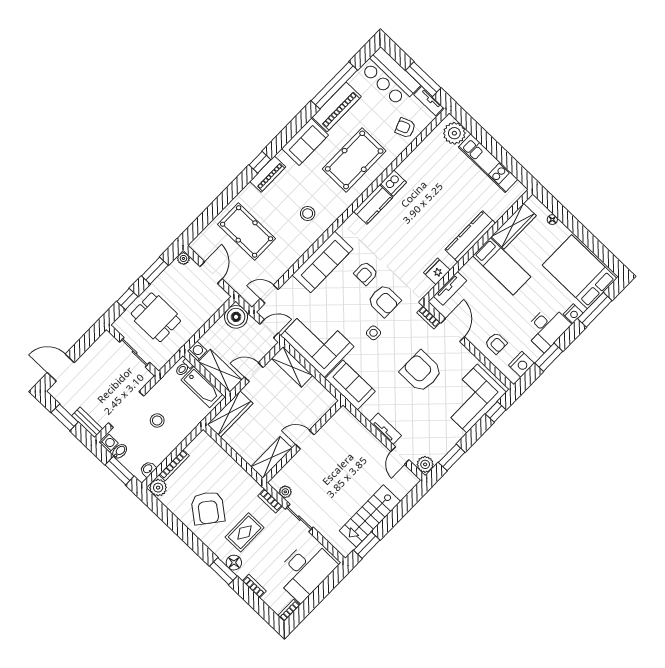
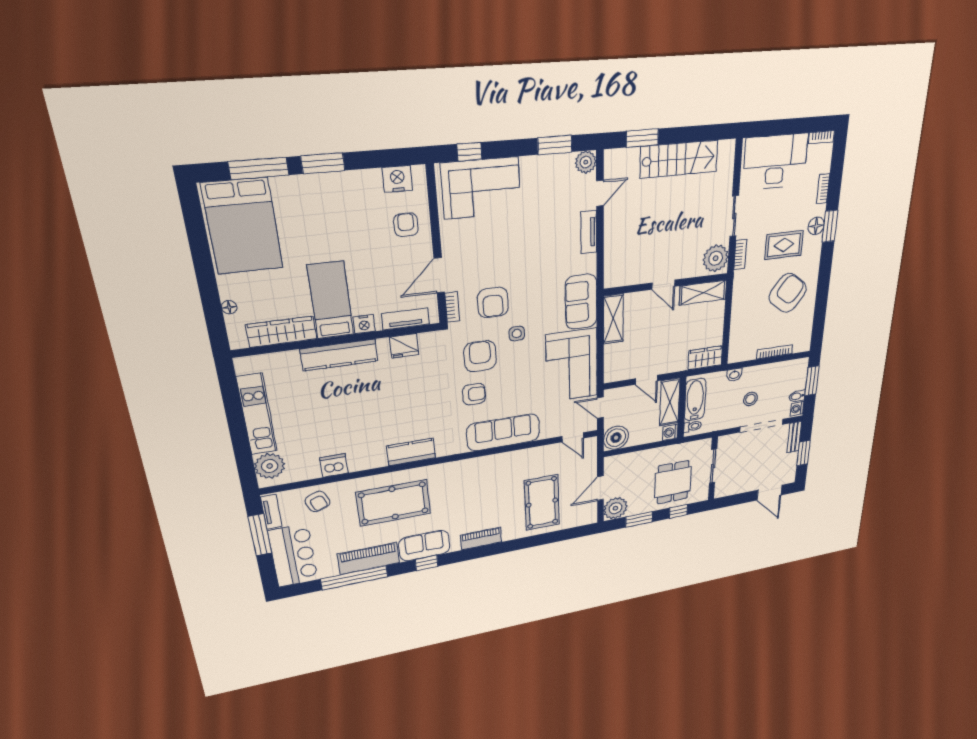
window: (260, 162) -> (427, 563), moved
dishwasher: (393, 183) -> (334, 465), moved
stool: (308, 213) -> (478, 483), removed
plant: (183, 258) -> (615, 508), width x1.88, depth x1.88
nightstand: (573, 314) -> (364, 324), moved, turned 180
desk: (547, 328) -> (335, 195), removed
window: (549, 357) -> (323, 163), moved
shelving: (292, 367) -> (613, 319), moved
armchair: (421, 372) -> (493, 303), moved, width x0.73, depth x0.73
wardrobe: (230, 414) -> (705, 358), width x0.67
washbasin: (148, 469) -> (734, 375), moved
plant: (158, 488) -> (802, 343), removed
plant: (285, 492) -> (716, 258), width x1.88, depth x1.88
window: (367, 545) -> (642, 138), moved

